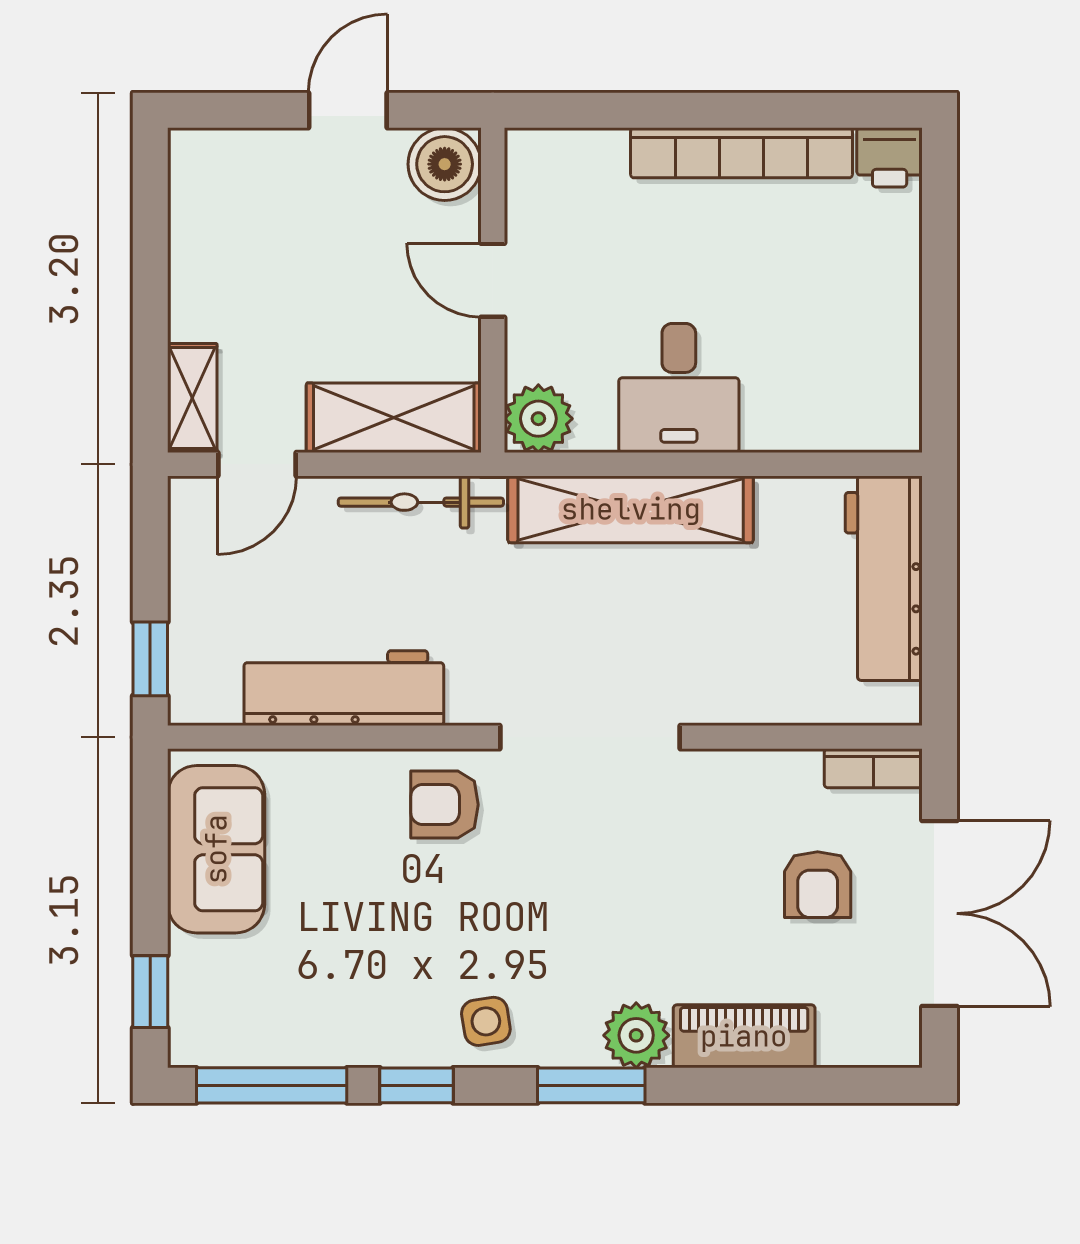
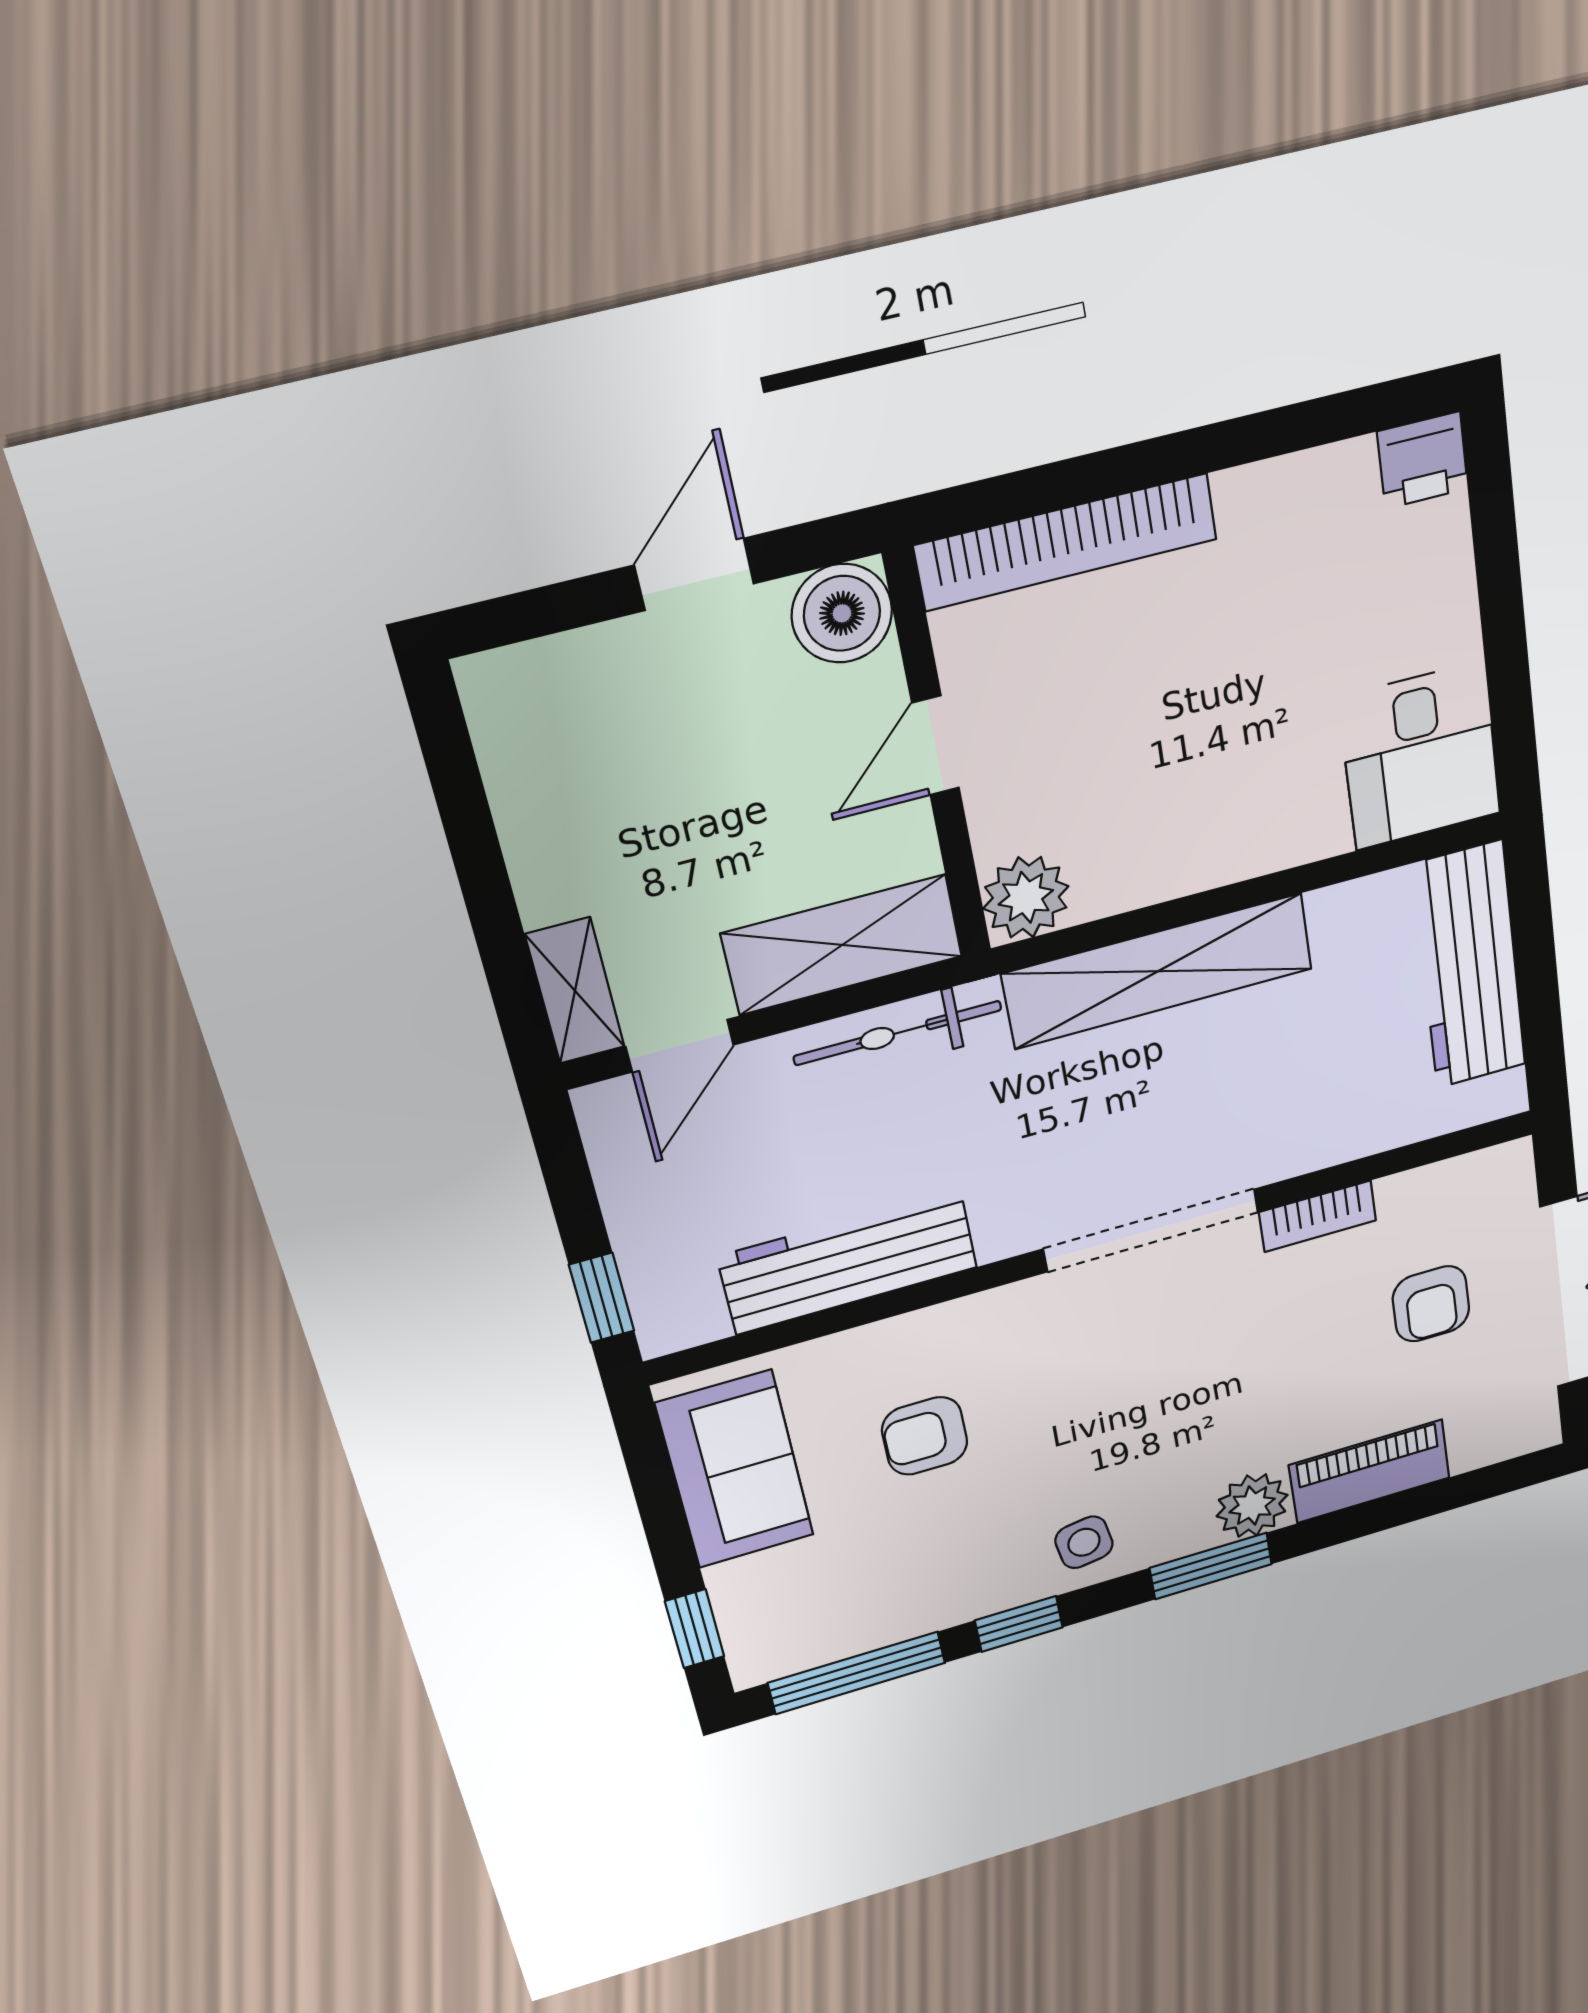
bookcase: (741, 153) -> (1066, 542), moved
door: (493, 280) -> (936, 745), hinge flipped
desk: (679, 388) -> (1420, 756), moved
bookcase: (873, 768) -> (1318, 1216), moved
armchair: (445, 805) -> (925, 1436), moved

